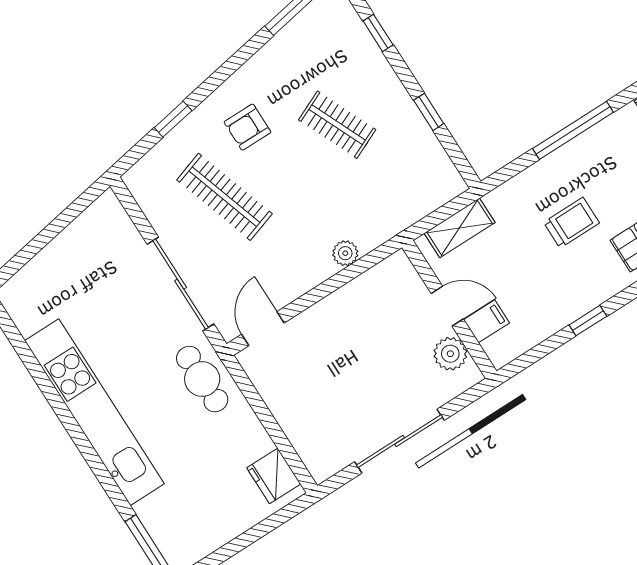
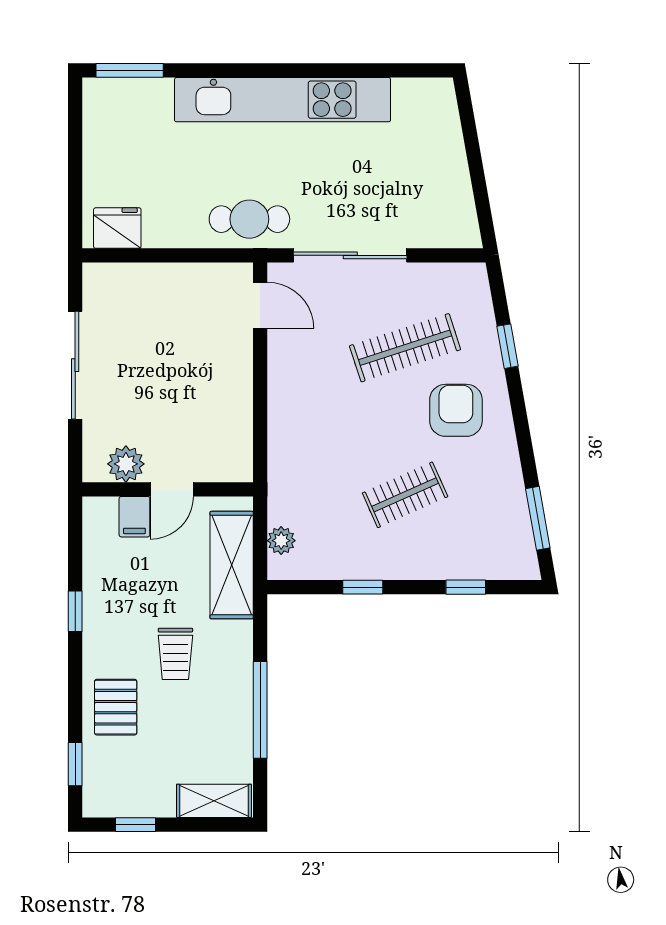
armchair: (247, 127) -> (456, 410), width x1.38, depth x1.38
shelving: (460, 228) -> (232, 565), width x1.50, depth x1.33
plant: (345, 253) -> (281, 541), moved

